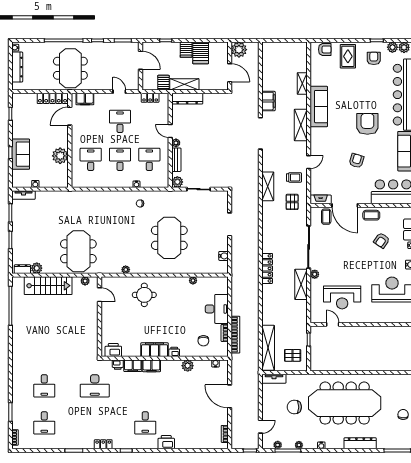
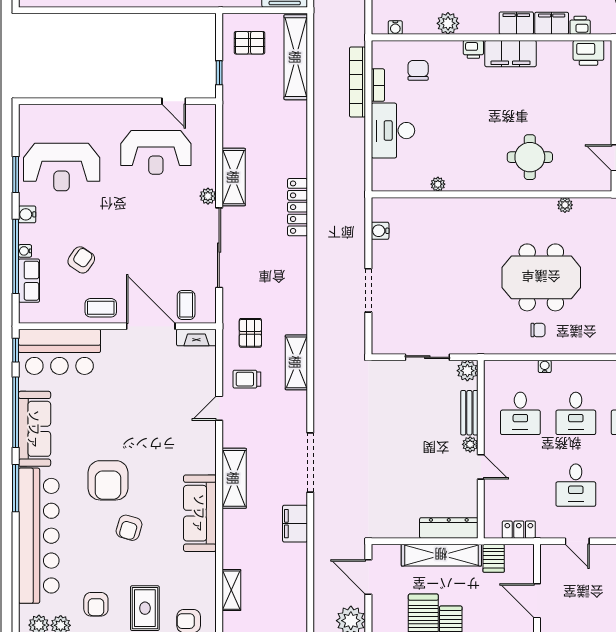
shelving: (302, 83) -> (231, 590), moved
shelving: (184, 84) -> (441, 555), width x1.47
armchair: (356, 161) -> (129, 528), moved
meeting table: (169, 238) -> (541, 277), moved, turned 90
reception desk: (342, 297) -> (156, 152), turned 180

